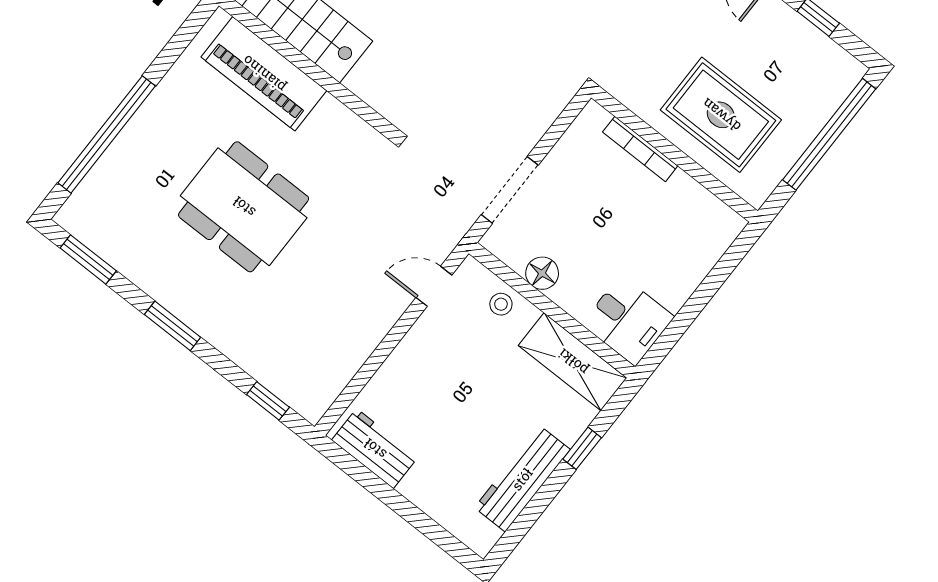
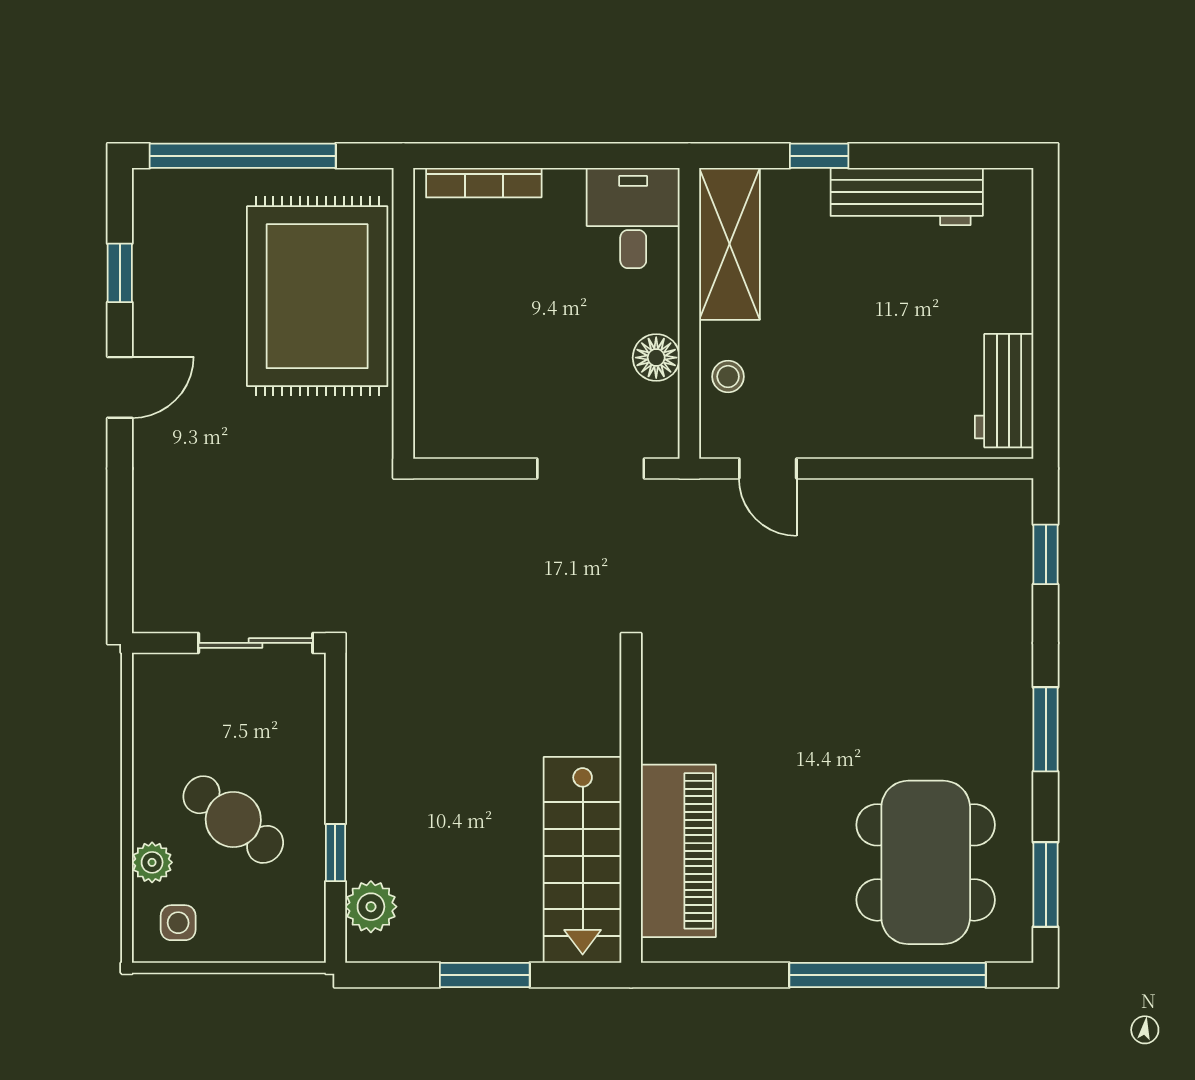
rug: (721, 115) -> (317, 296), width x1.37, depth x1.44
bookcase: (640, 149) -> (484, 183), moved, turned 90
dining table: (244, 207) -> (926, 862), moved

